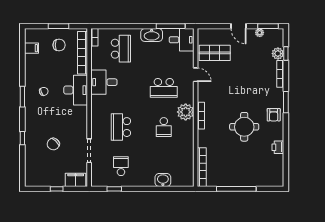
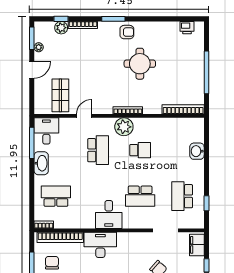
desk: (104, 82) -> (109, 215), moved
printer: (278, 147) -> (187, 28), moved
school desk: (121, 166) -> (182, 196), width x1.85

